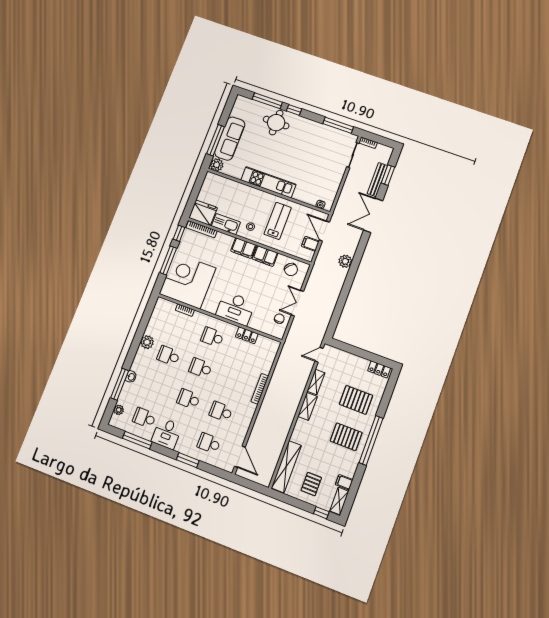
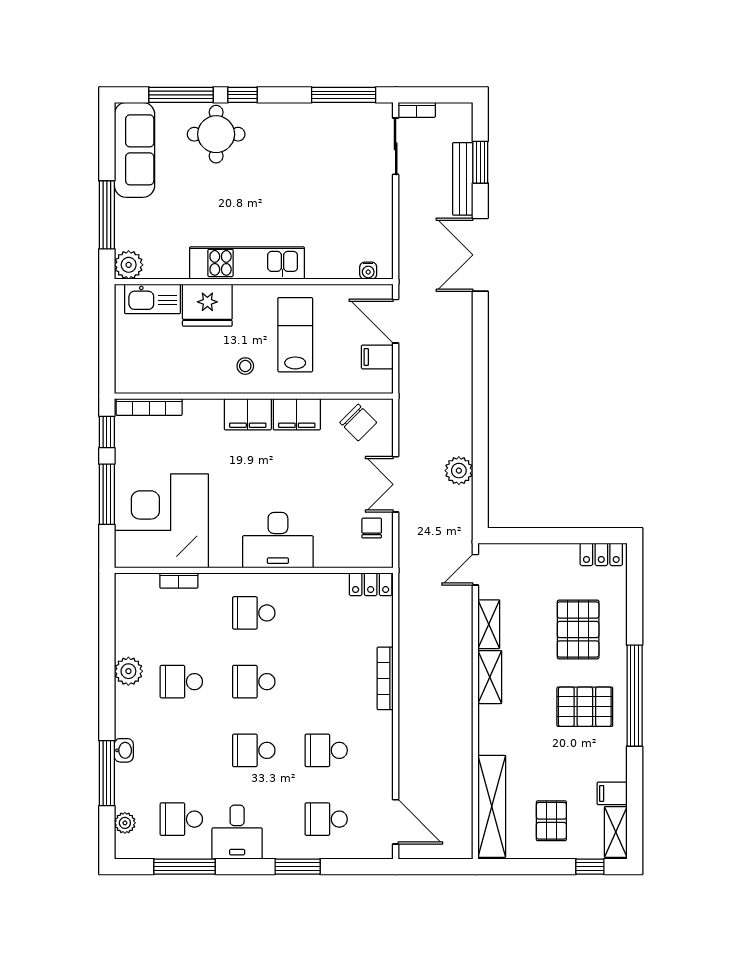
sofa: (230, 139) -> (135, 150), moved
fridge: (203, 213) -> (207, 305), moved, turned 180
kitchen sink: (226, 224) -> (152, 299), moved, turned 180
plant: (345, 261) -> (459, 471), moved
locker: (247, 335) -> (371, 584), moved
pallet: (356, 400) -> (578, 629), turned 90

